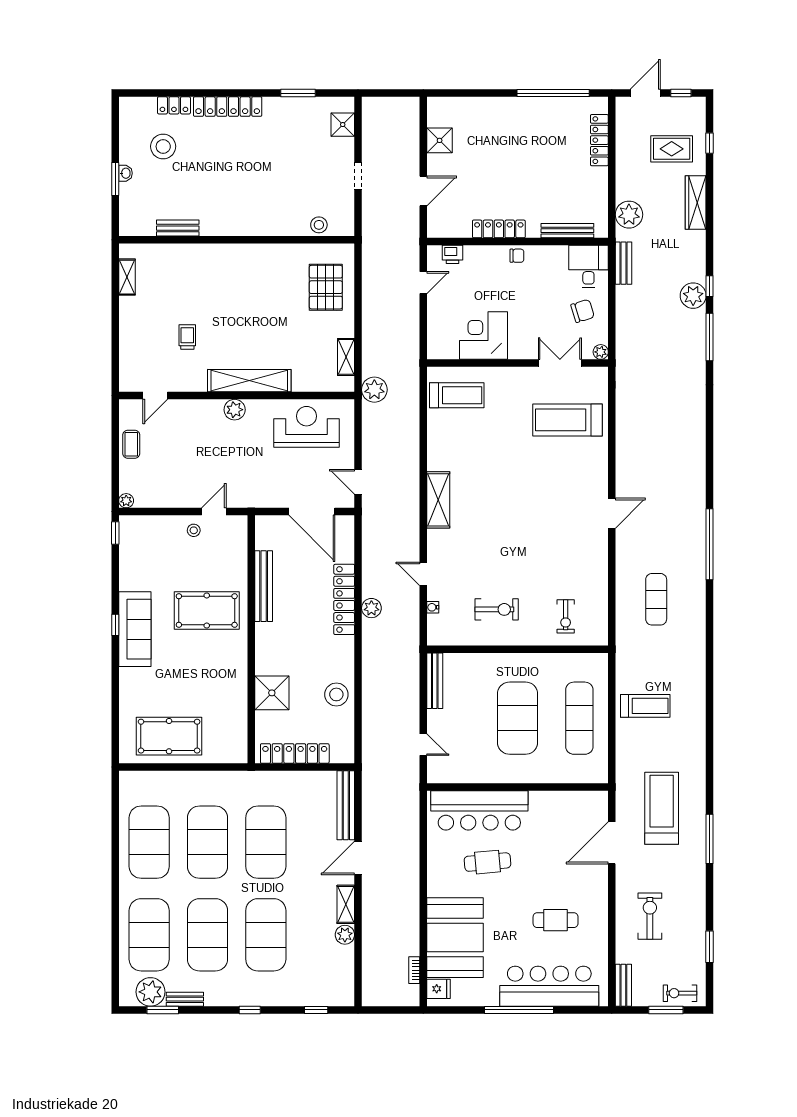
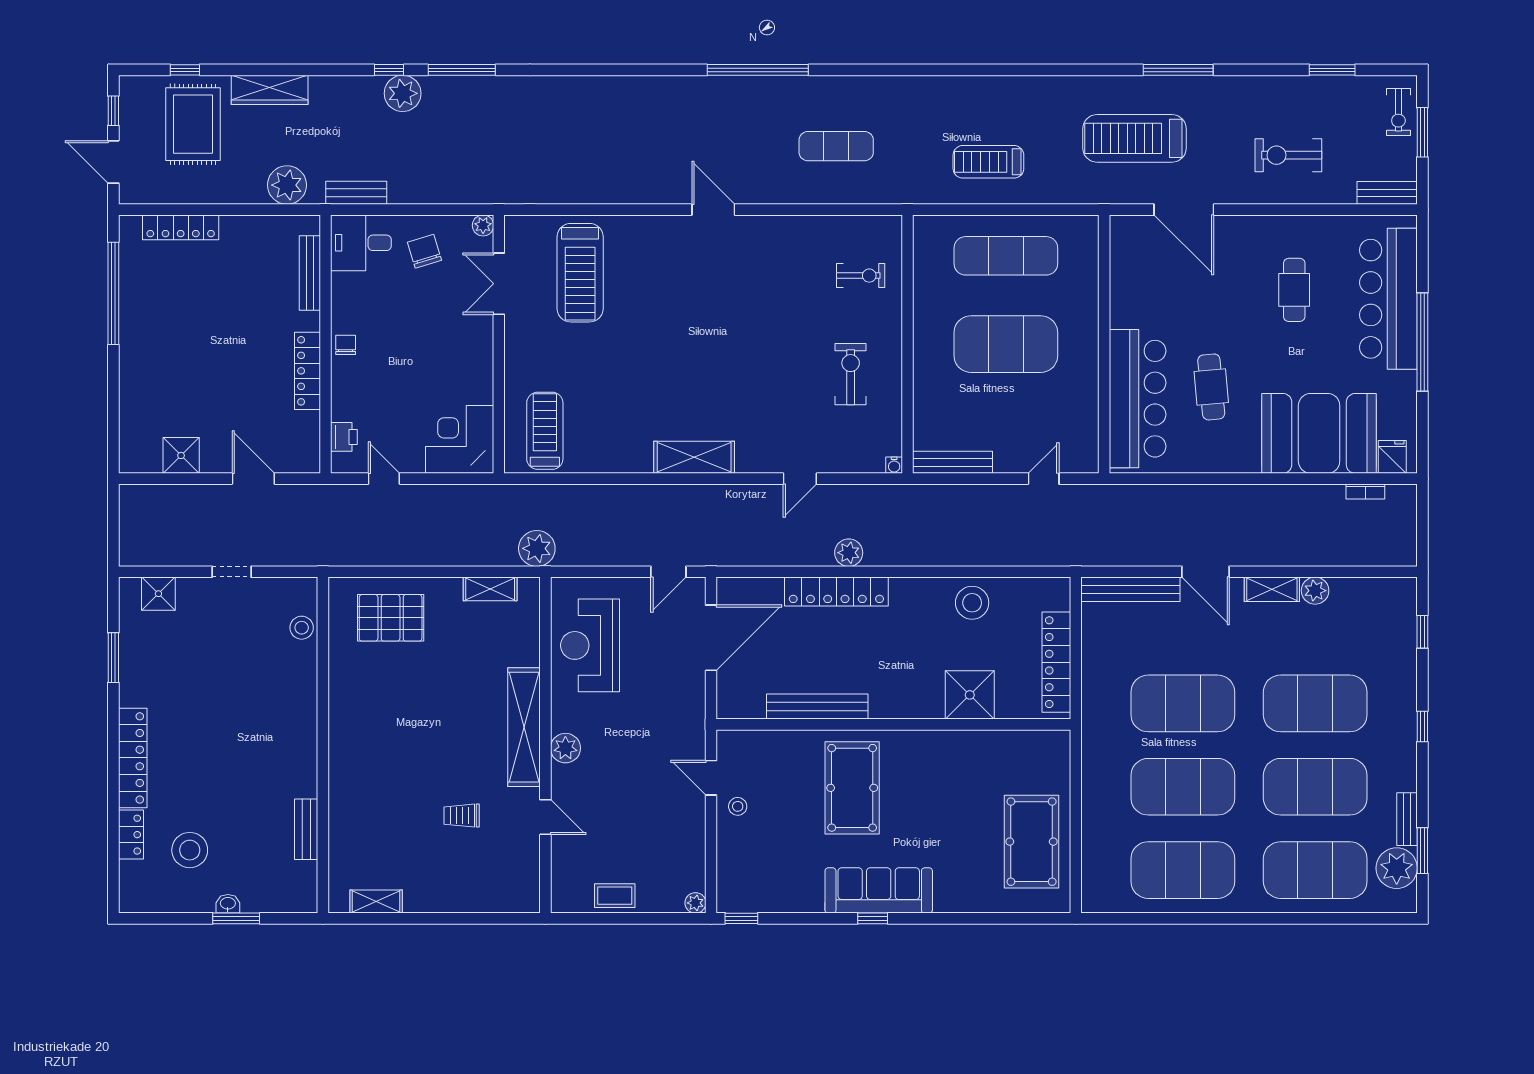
rug: (672, 149) -> (193, 124), width x1.36, depth x1.43
corner desk: (483, 336) -> (460, 439), moved, turned 90
door: (155, 396) -> (545, 817), moved
water cooler: (433, 607) -> (894, 465), moved
treadmill: (645, 706) -> (988, 162), turned -90

